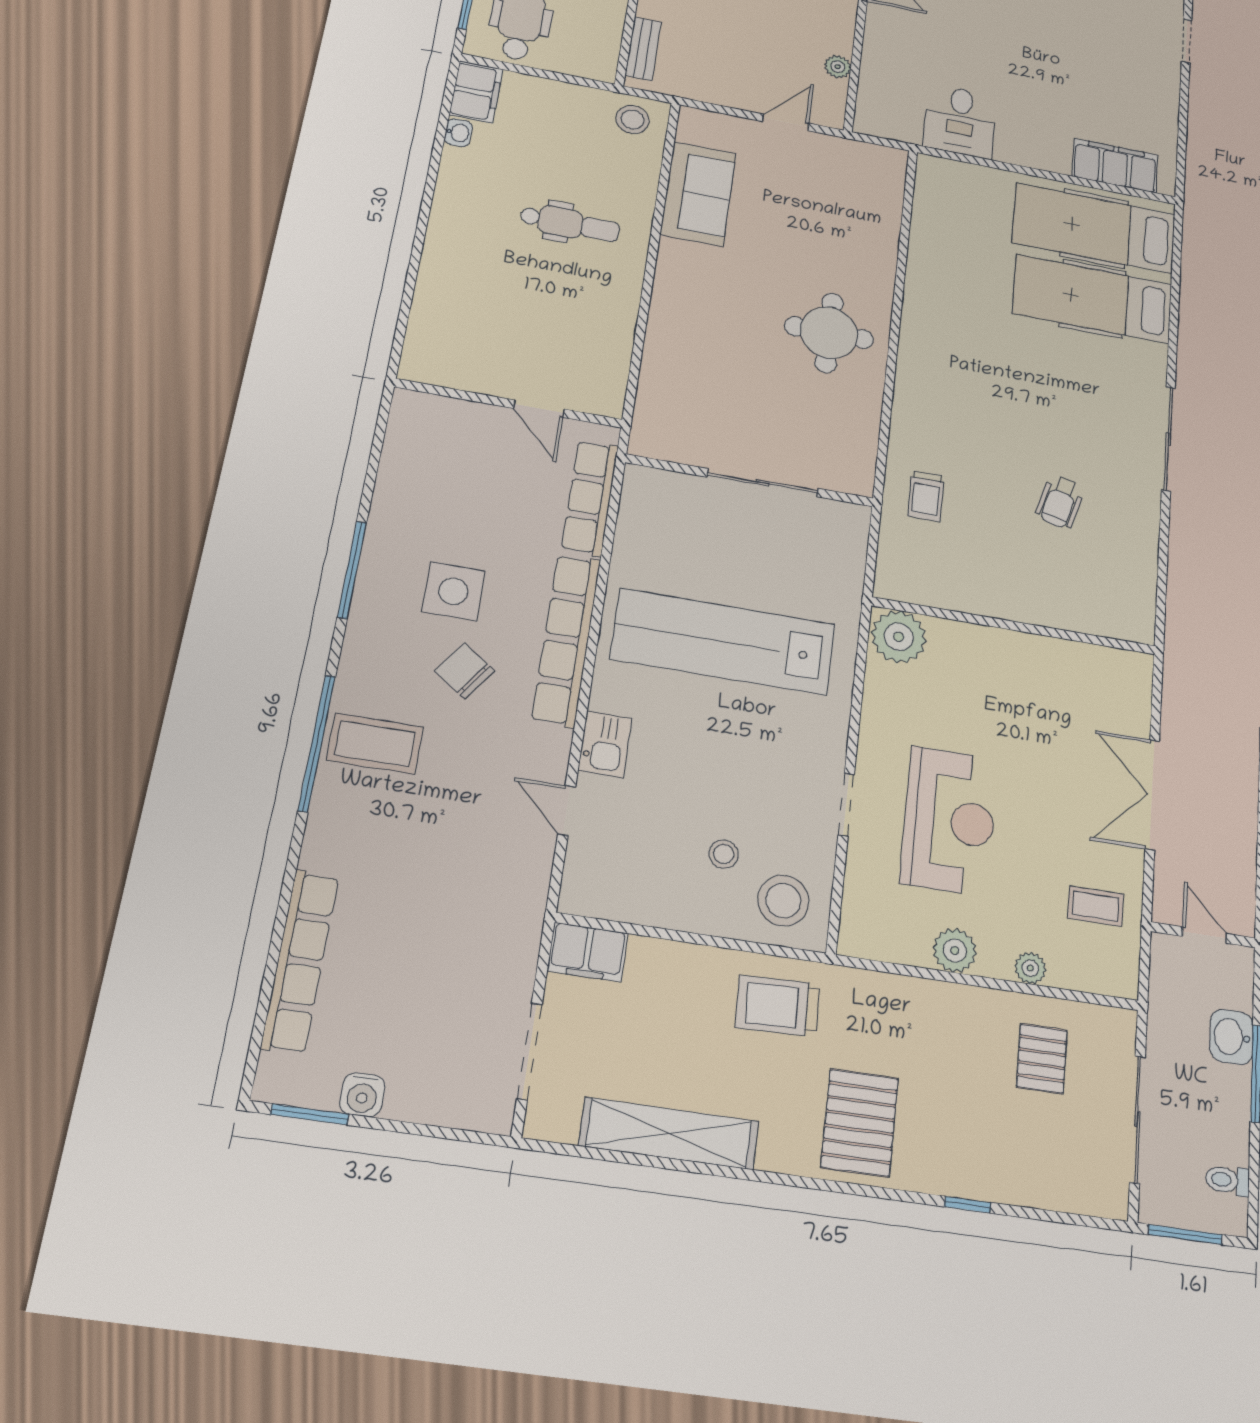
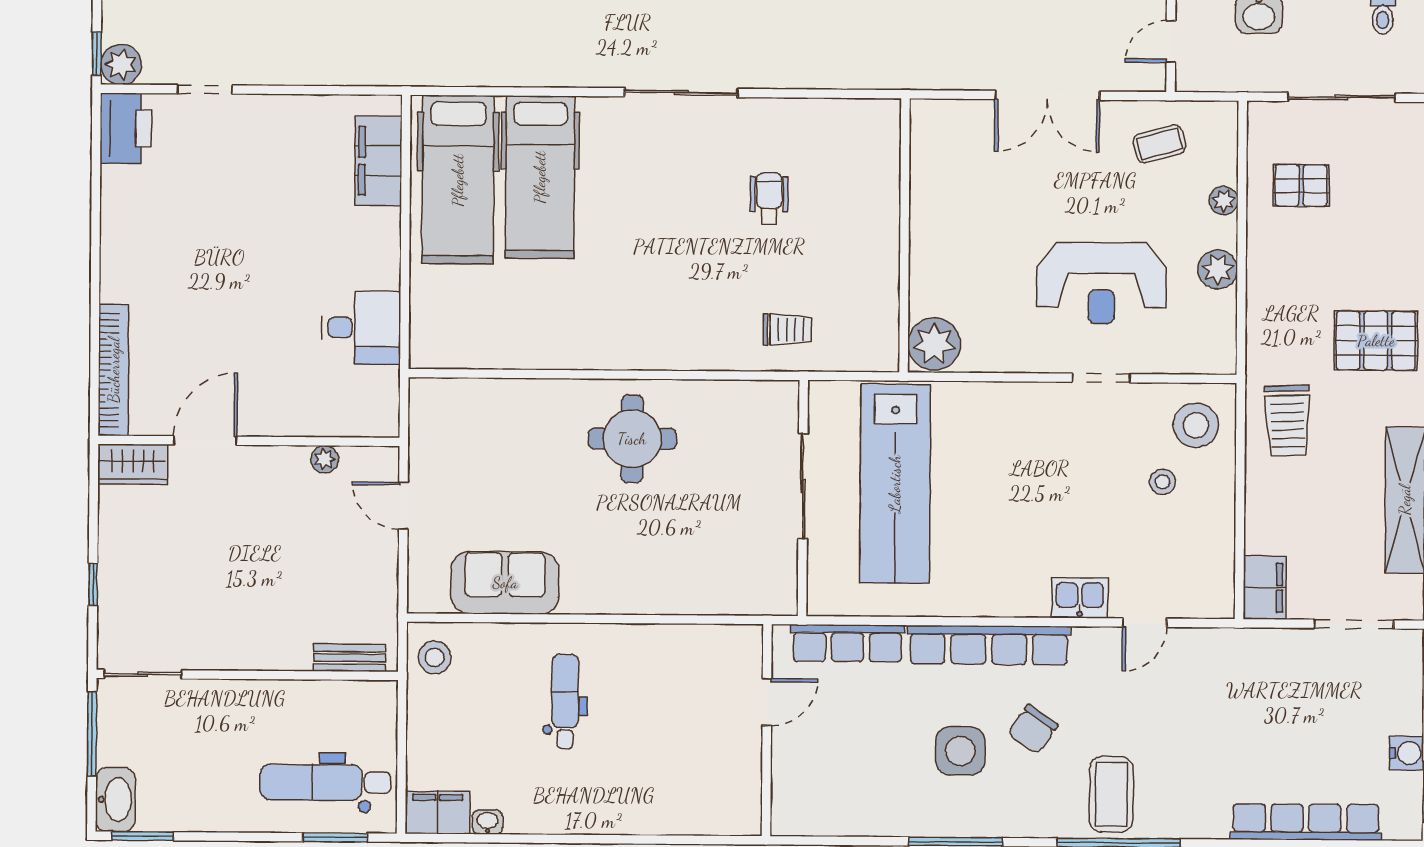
wheelchair: (1060, 502) -> (769, 198), turned -105
lab bench: (723, 642) -> (895, 484), moved
reception desk: (949, 821) -> (1101, 283), turned 180
coffee table: (1096, 906) -> (1159, 144), turned 75

